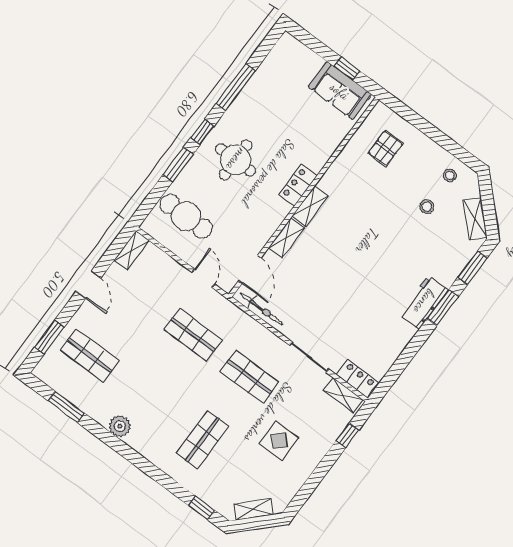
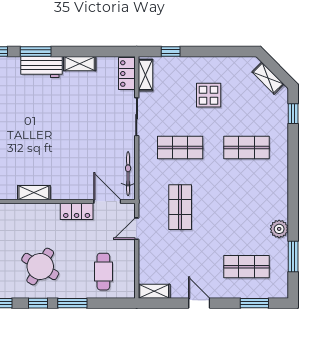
round table: (236, 160) -> (40, 266), turned 31
locker: (298, 185) -> (77, 211), moved
cafe table: (186, 216) -> (103, 272), width x0.73, depth x0.74
shelving: (286, 238) -> (80, 64), moved
door: (250, 269) -> (107, 202), hinge flipped
door: (89, 285) -> (199, 303), hinge flipped
shop shelf: (90, 355) -> (246, 267), turned 90
shop shelf: (250, 377) -> (180, 148), turned 90
plant: (120, 426) -> (279, 229), moved

